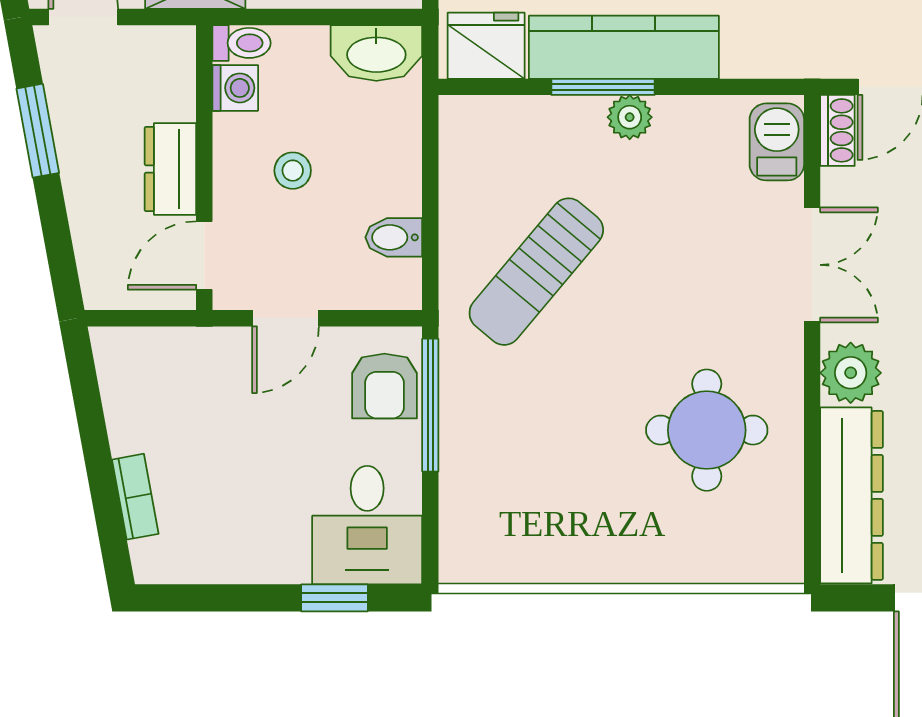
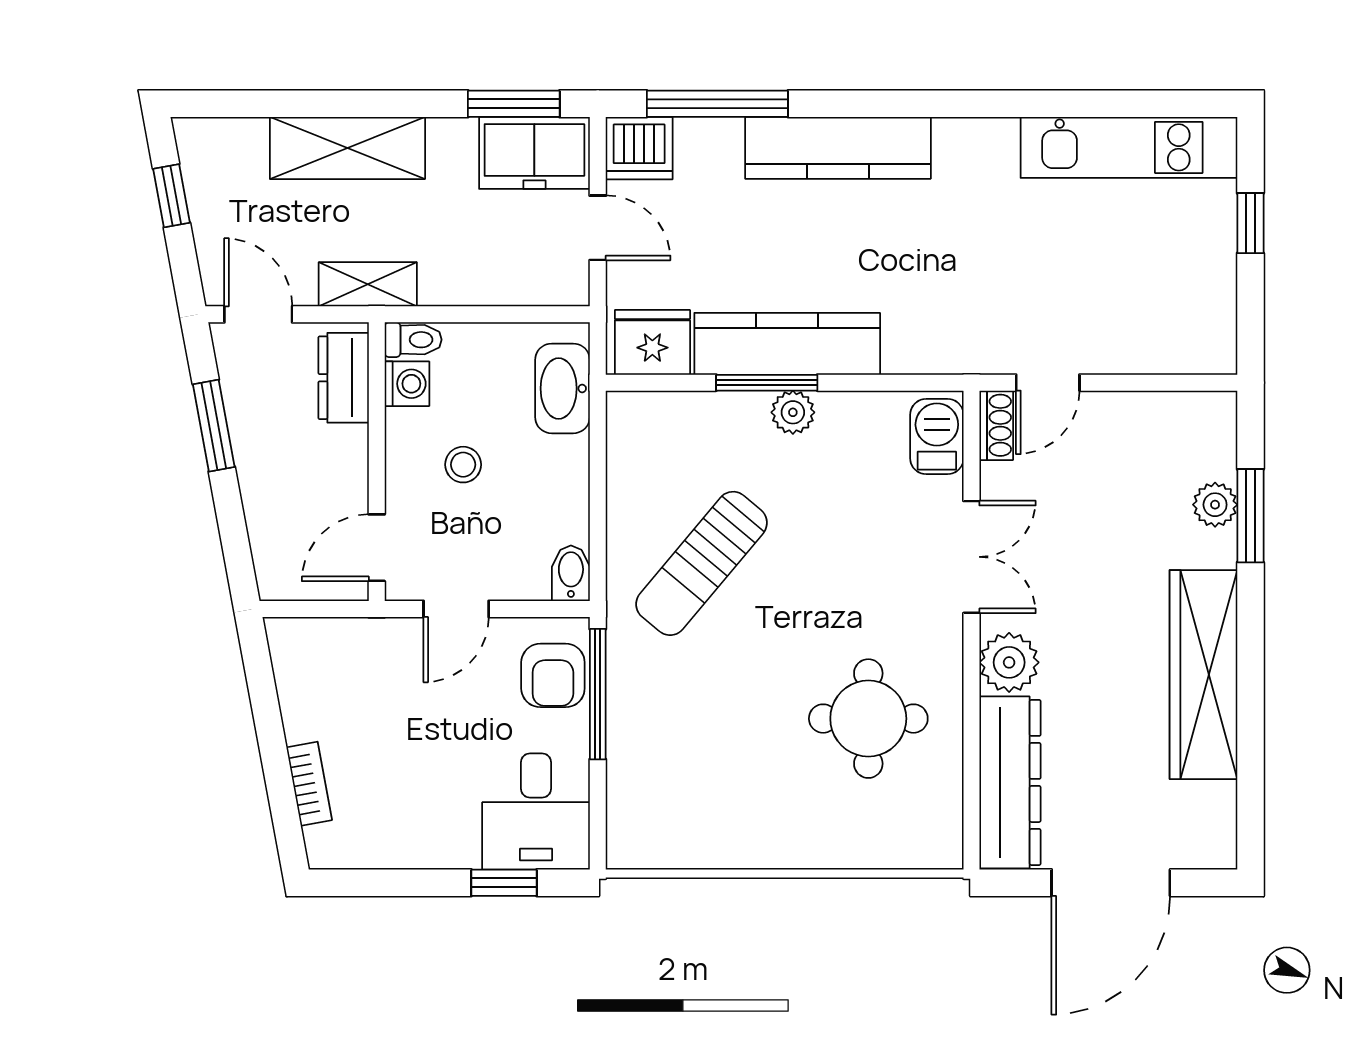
washbasin: (376, 53) -> (562, 388), moved, turned 90
dresser: (170, 169) -> (344, 378), moved
bidet: (394, 237) -> (571, 573), moved, turned 90

